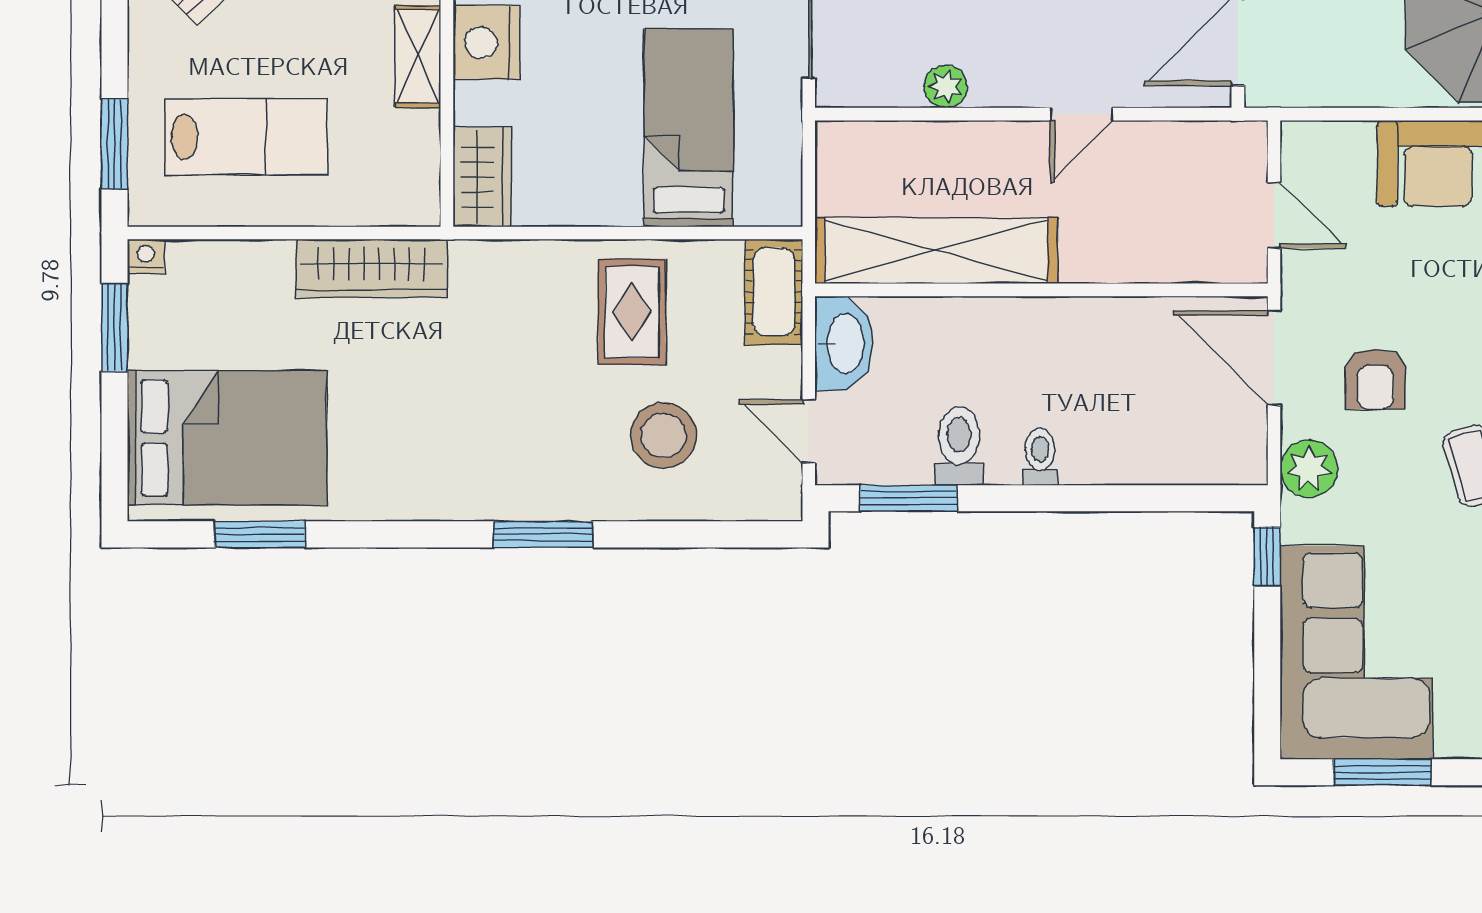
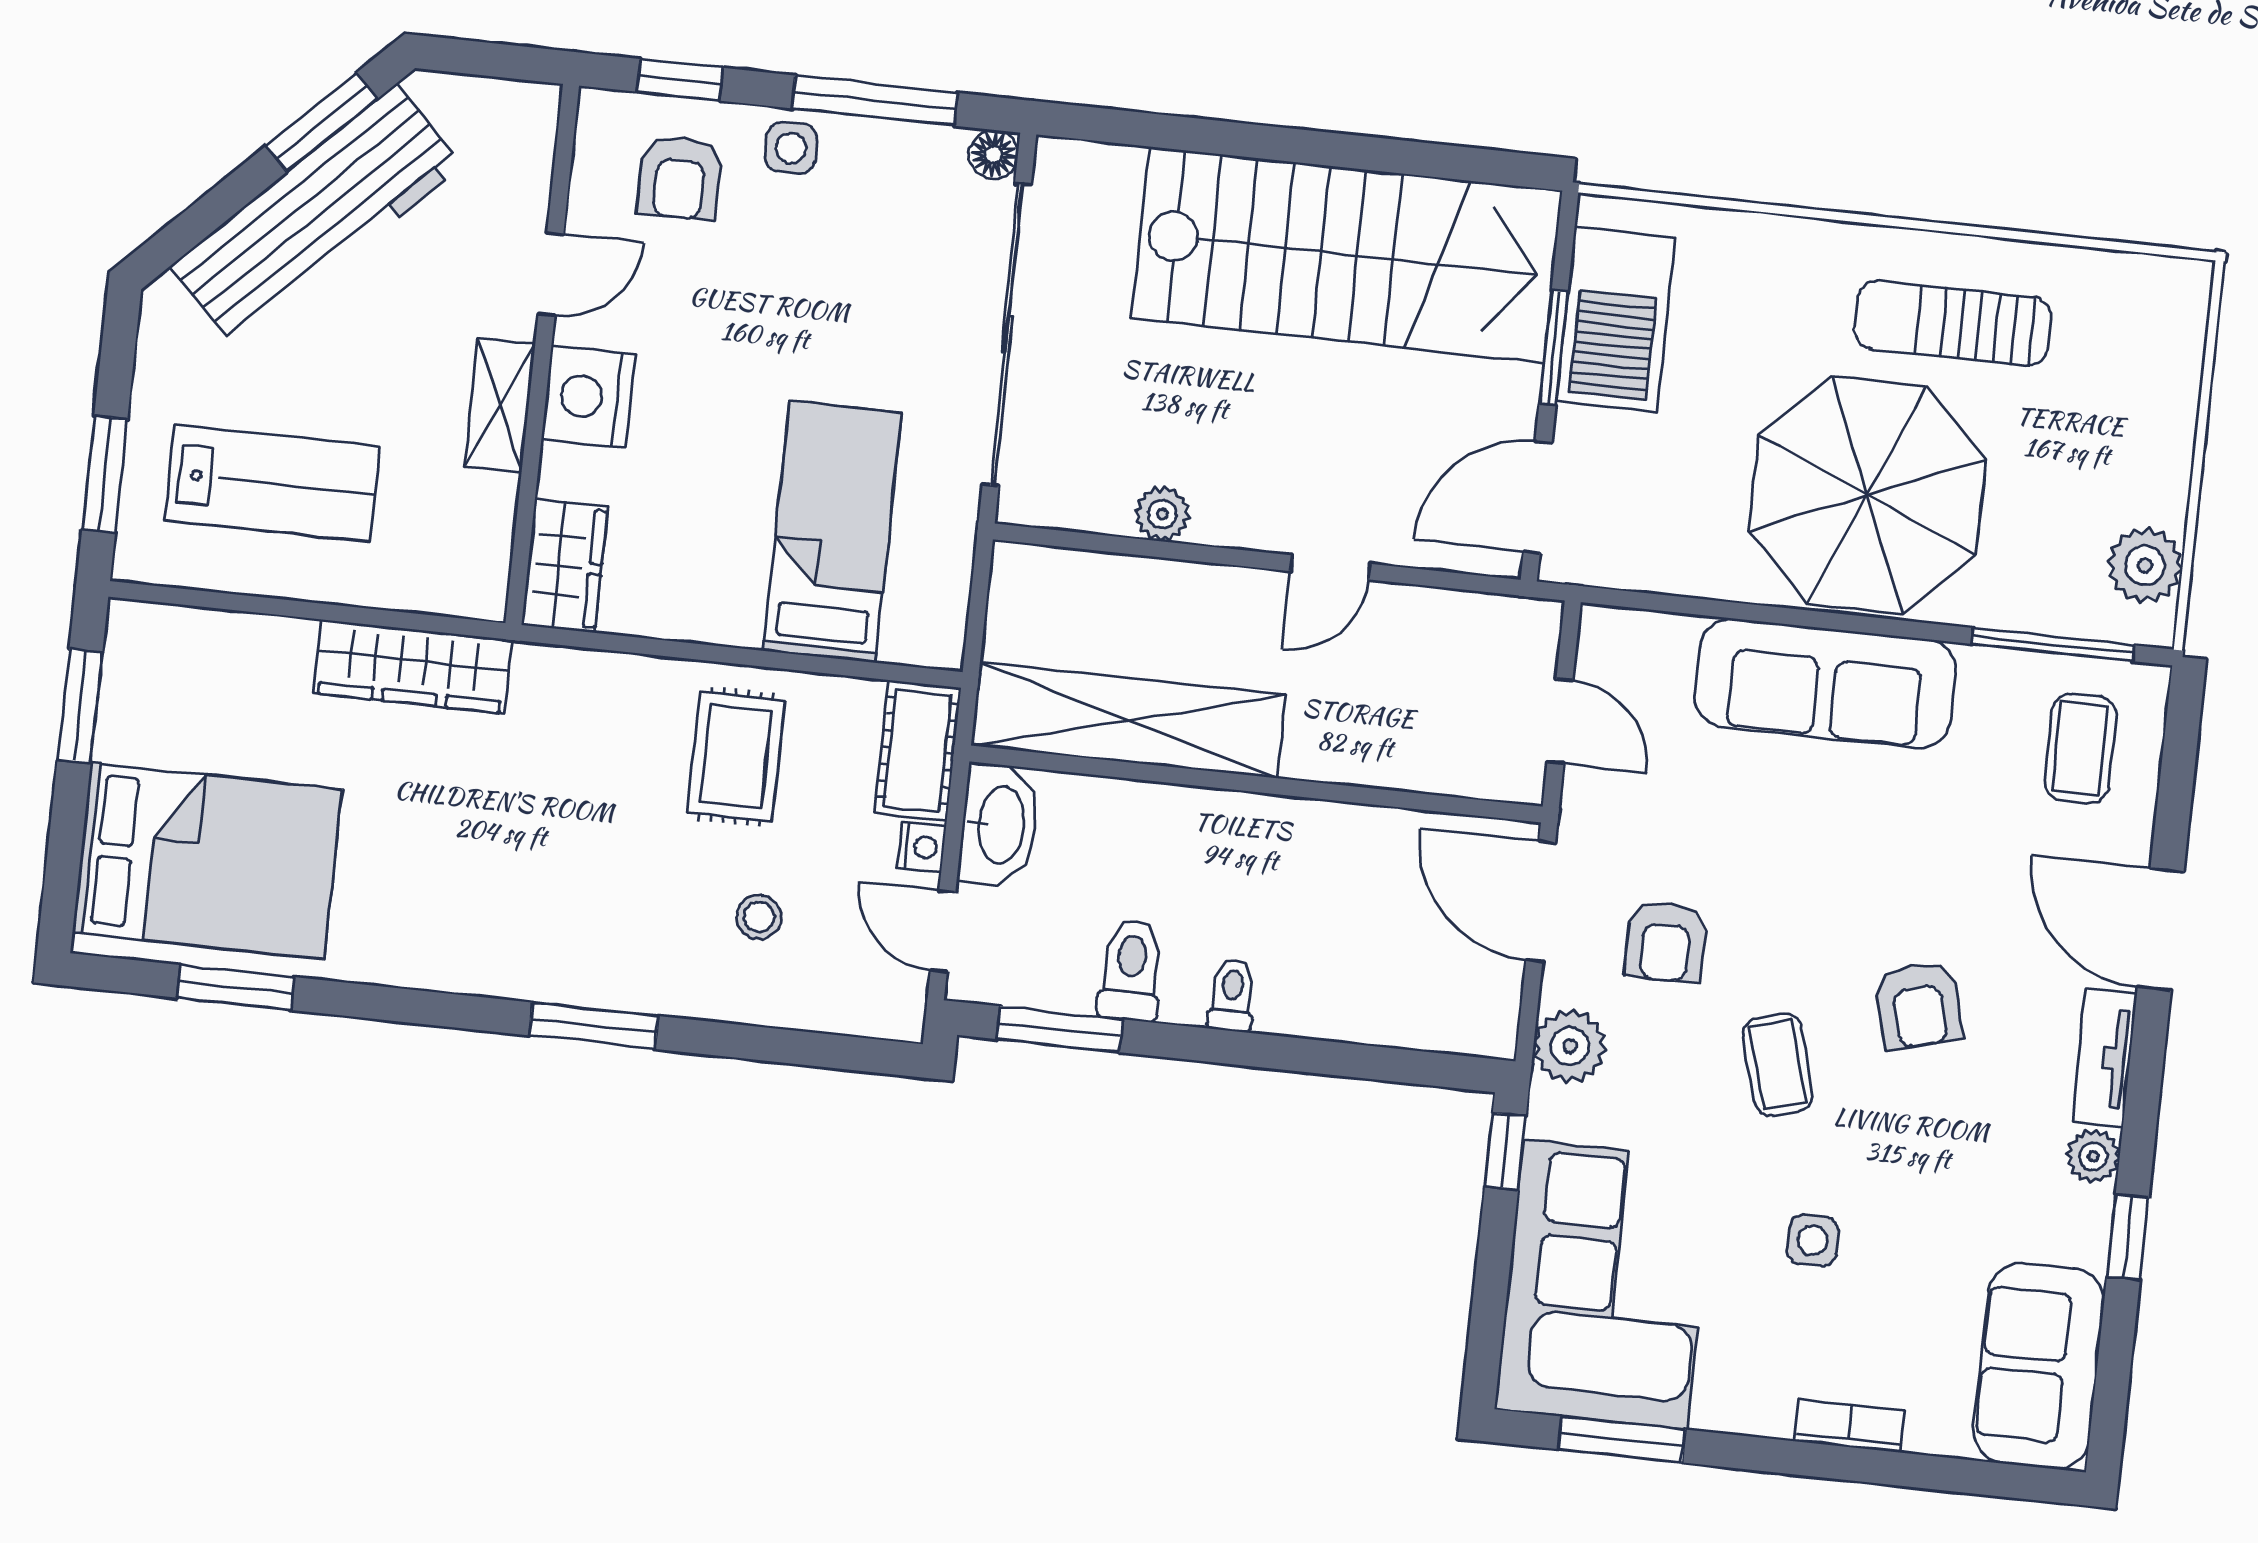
nightstand: (146, 257) -> (922, 847), moved, turned 90
stool: (664, 435) -> (759, 917), width x0.53, depth x0.53

